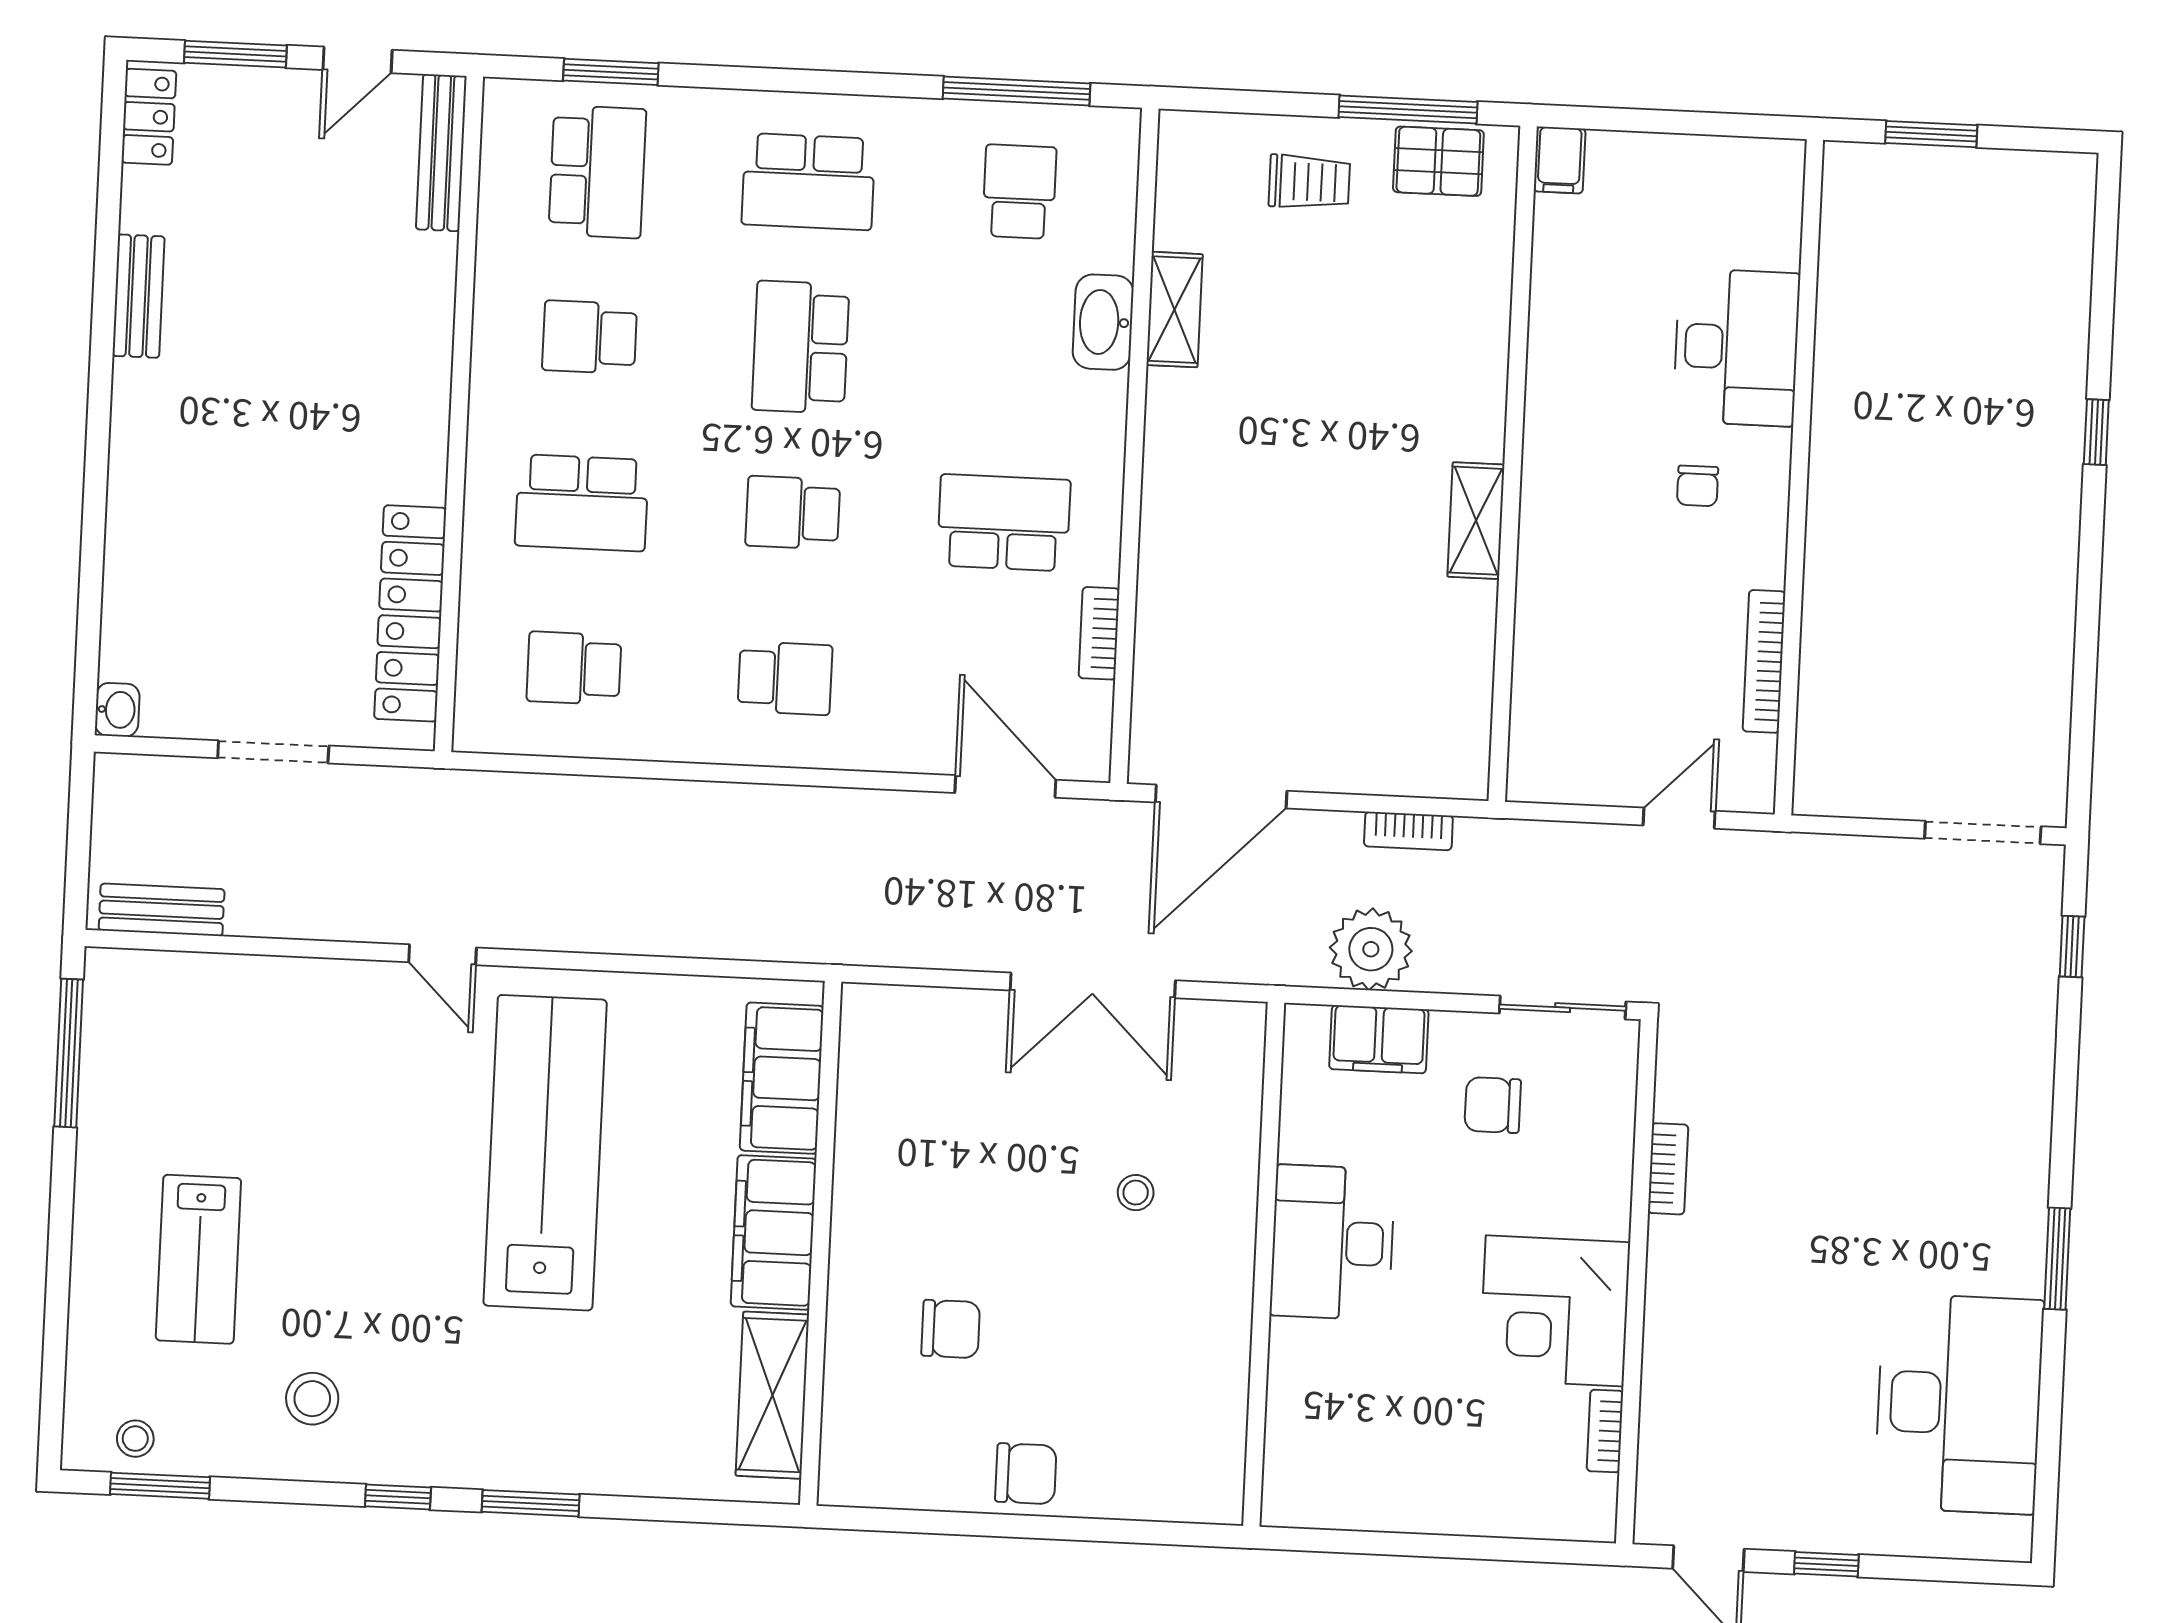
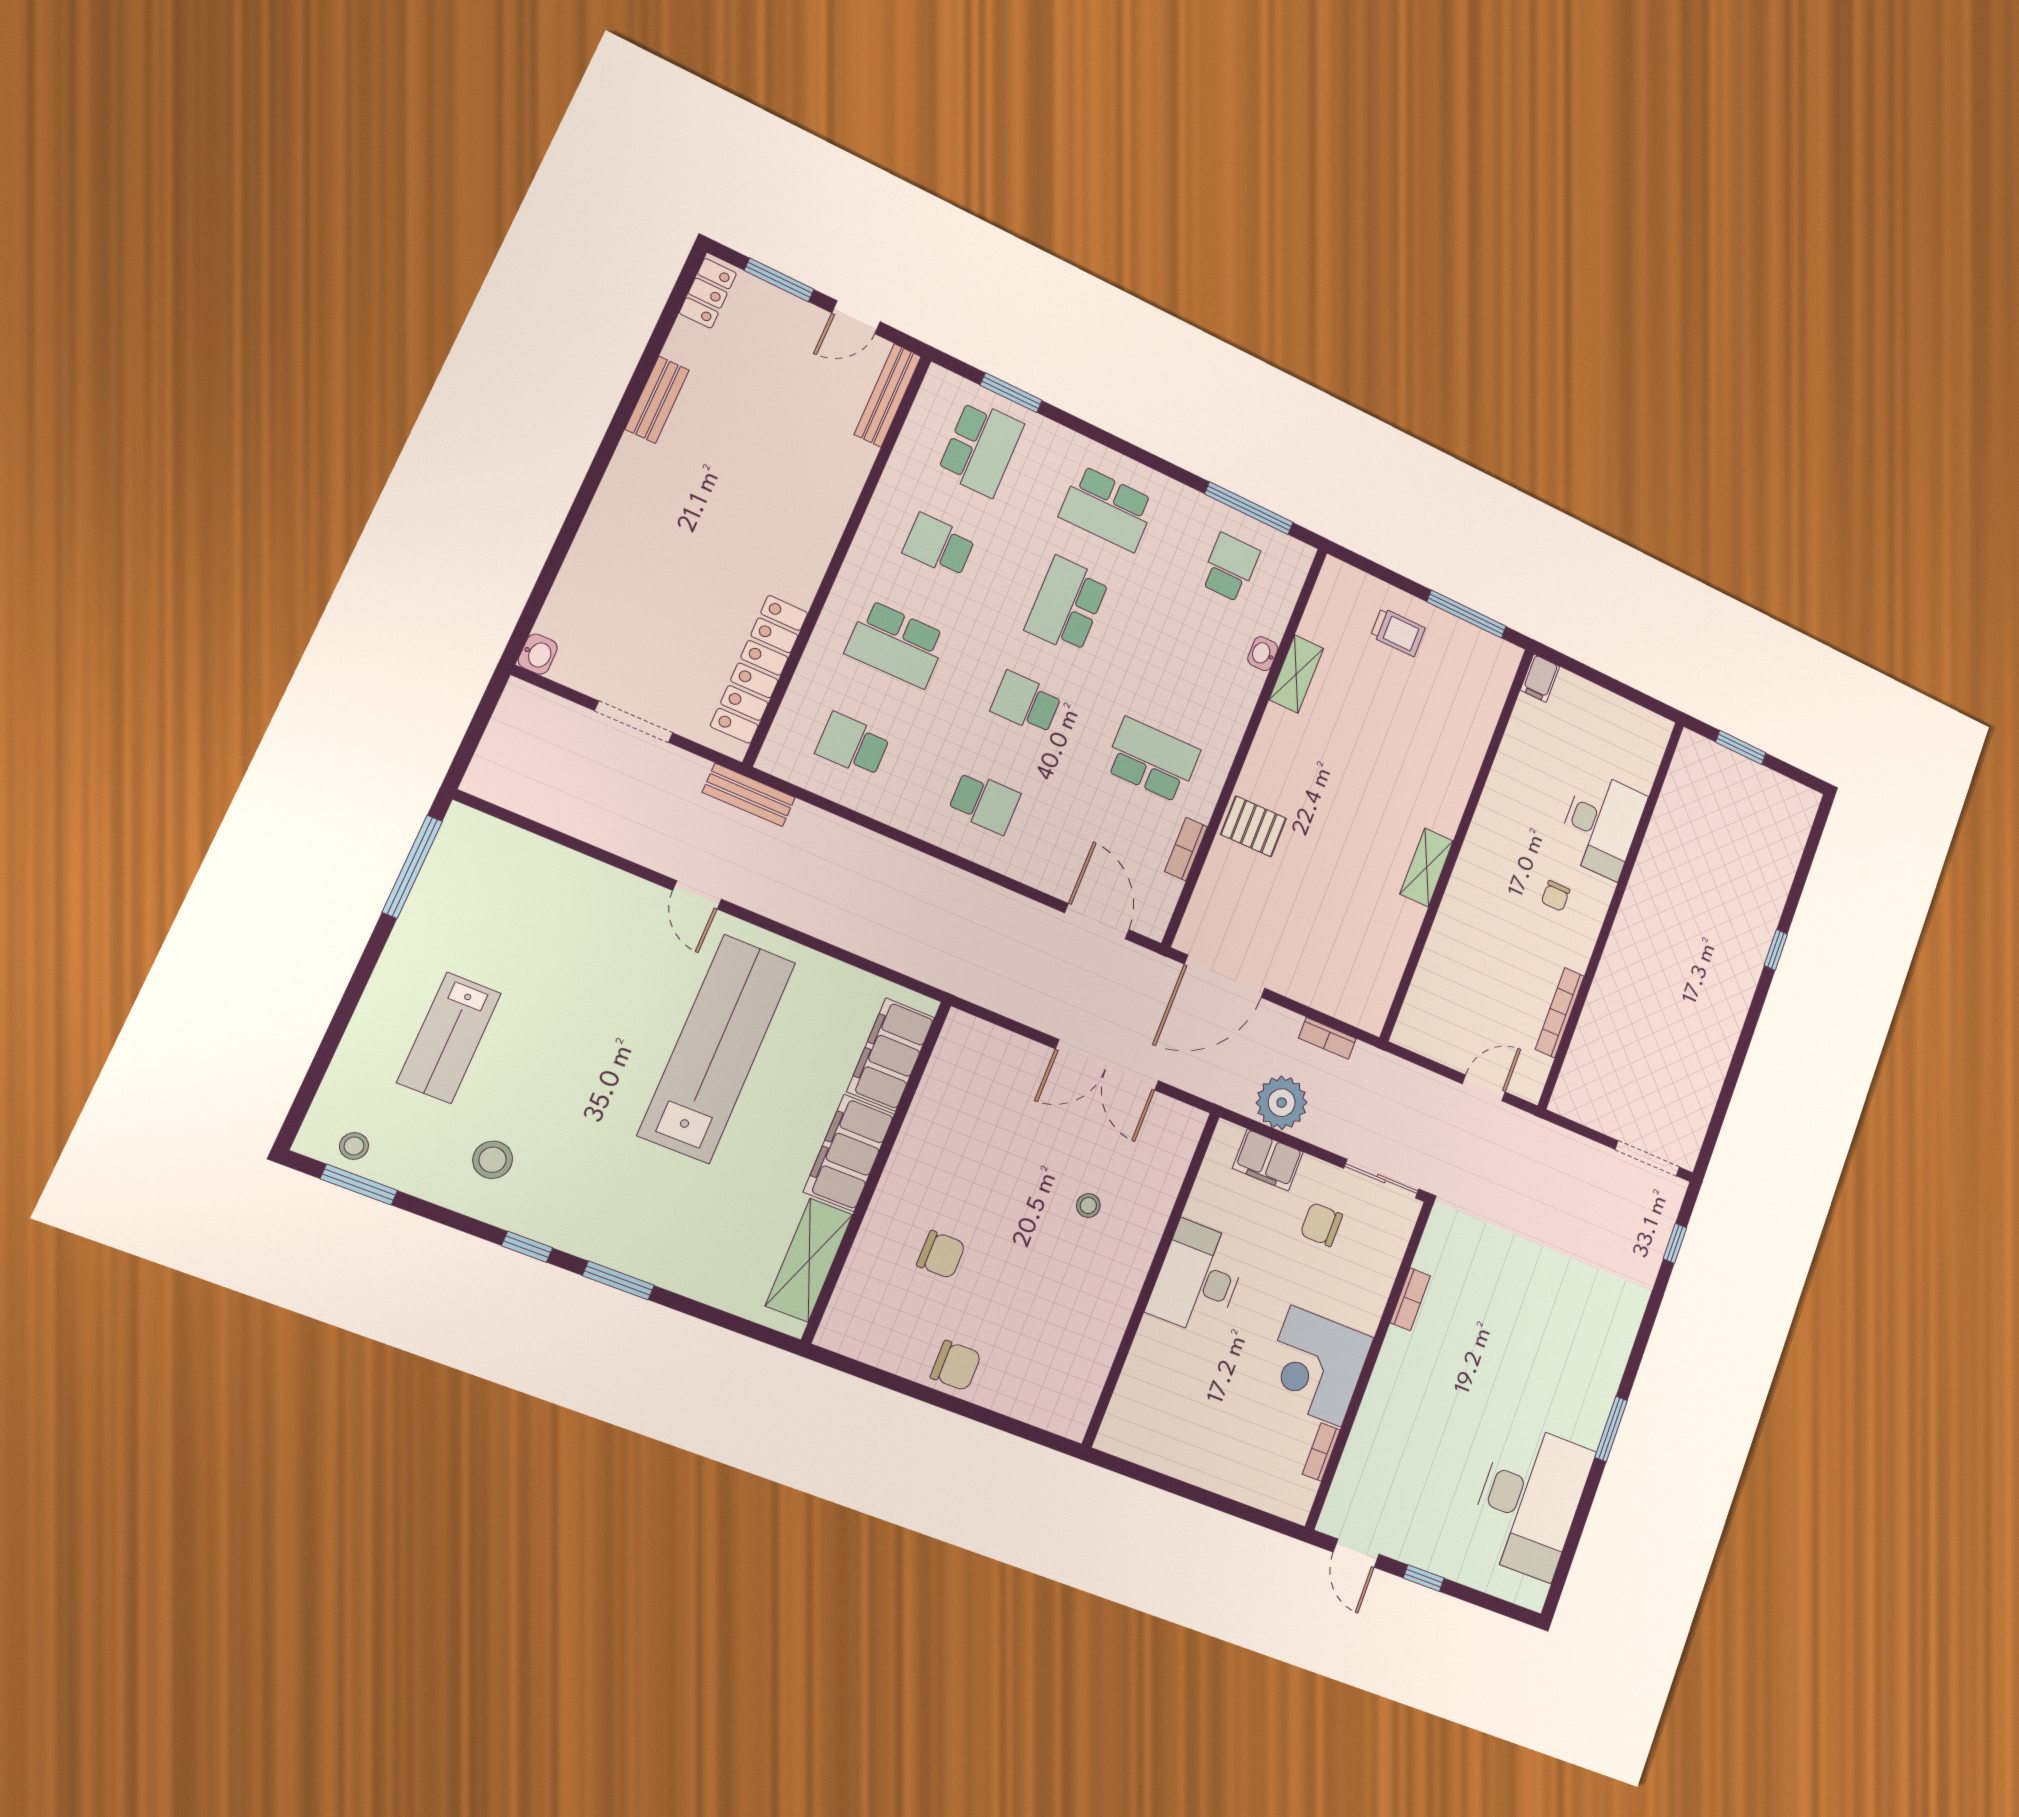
pallet: (1438, 161) -> (1253, 826), moved
washbasin: (1103, 322) -> (1263, 654), width x0.52, depth x0.69
bench: (162, 910) -> (749, 795), moved

